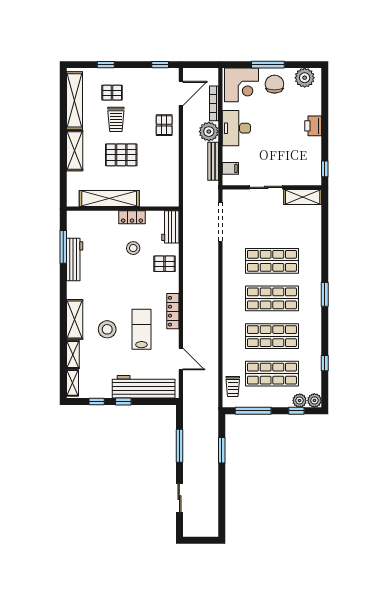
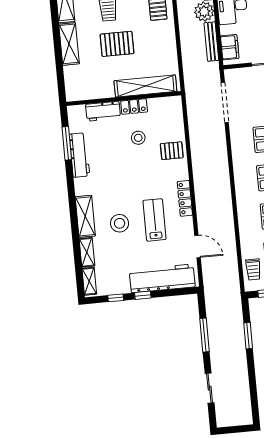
filing cabinet: (230, 168) -> (230, 47), width x2.00
shelving: (109, 198) -> (145, 86), moved
workbench: (170, 227) -> (103, 111), moved, turned -90

